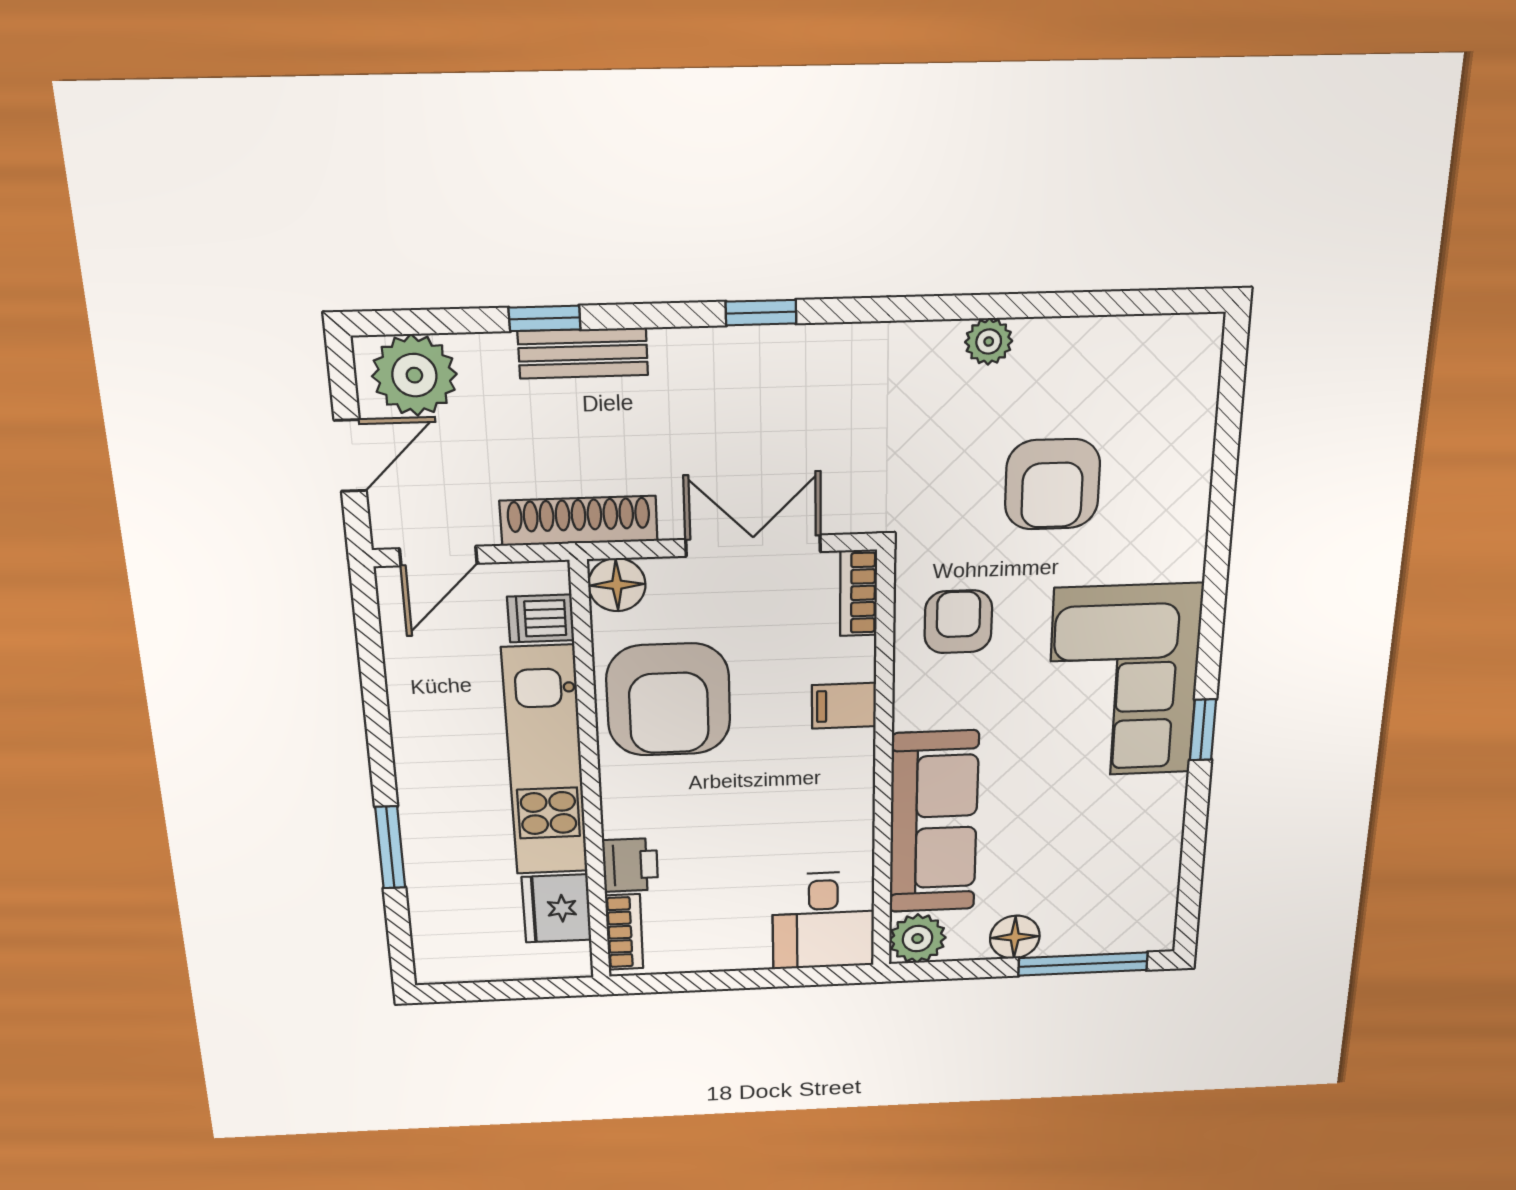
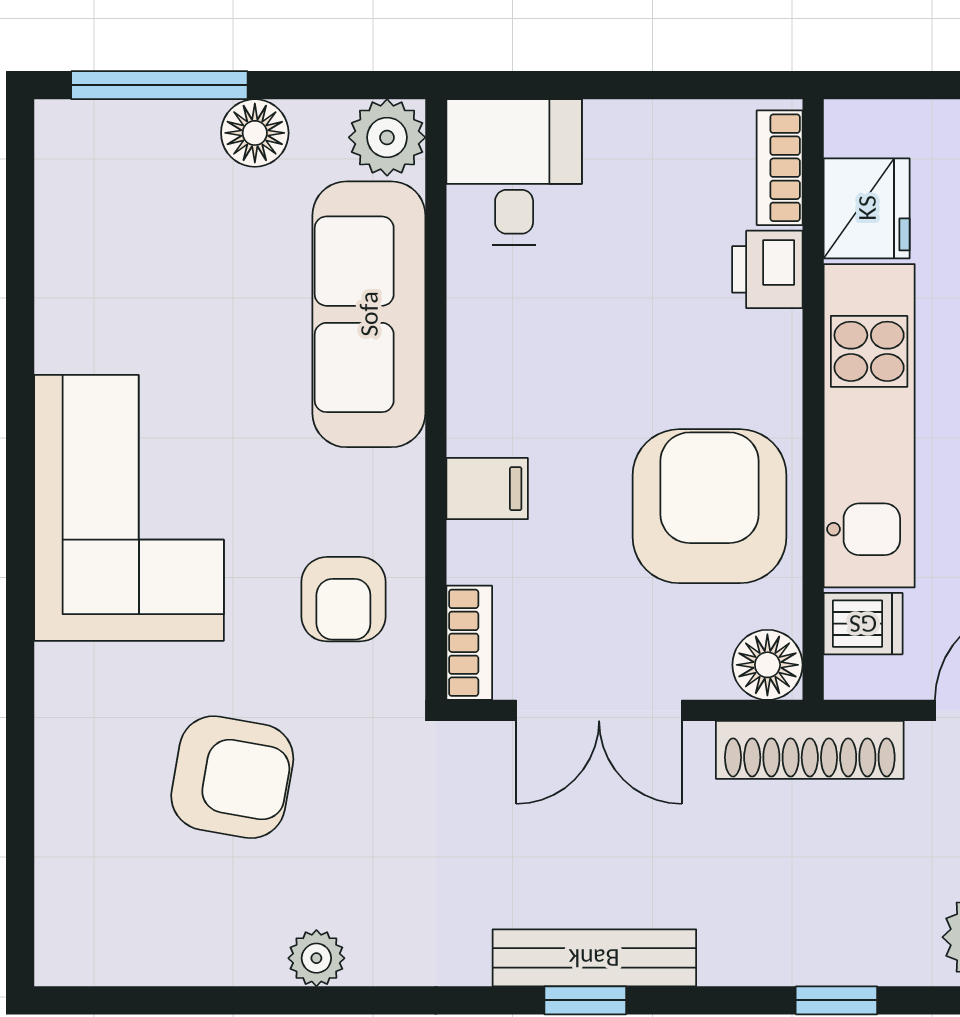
bench: (583, 353) -> (594, 958), moved, width x1.36
armchair: (1052, 484) -> (232, 777), turned 100
window: (1203, 730) -> (20, 434), removed

